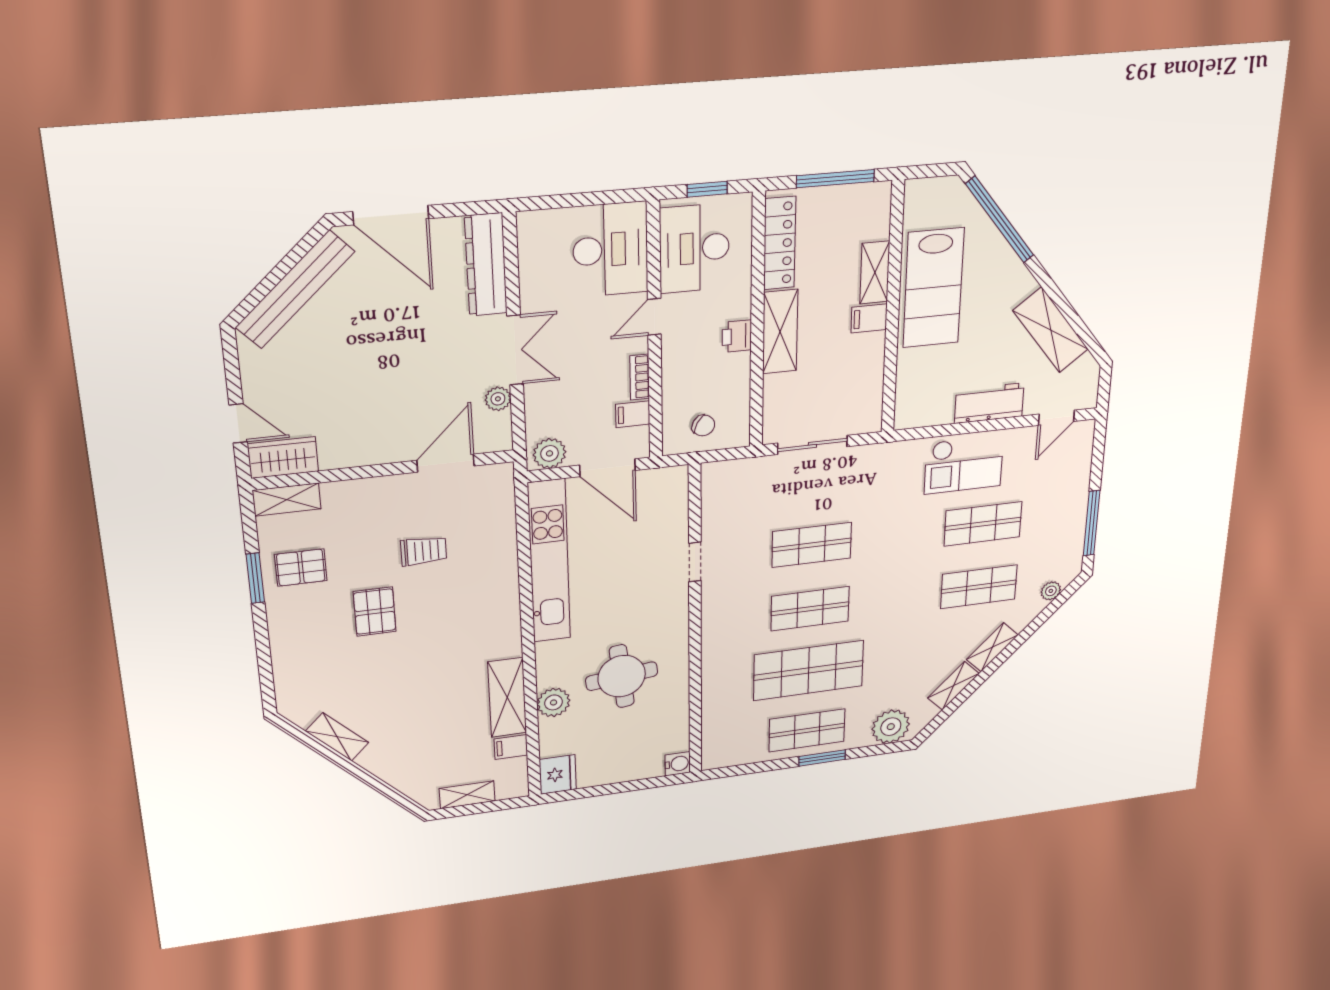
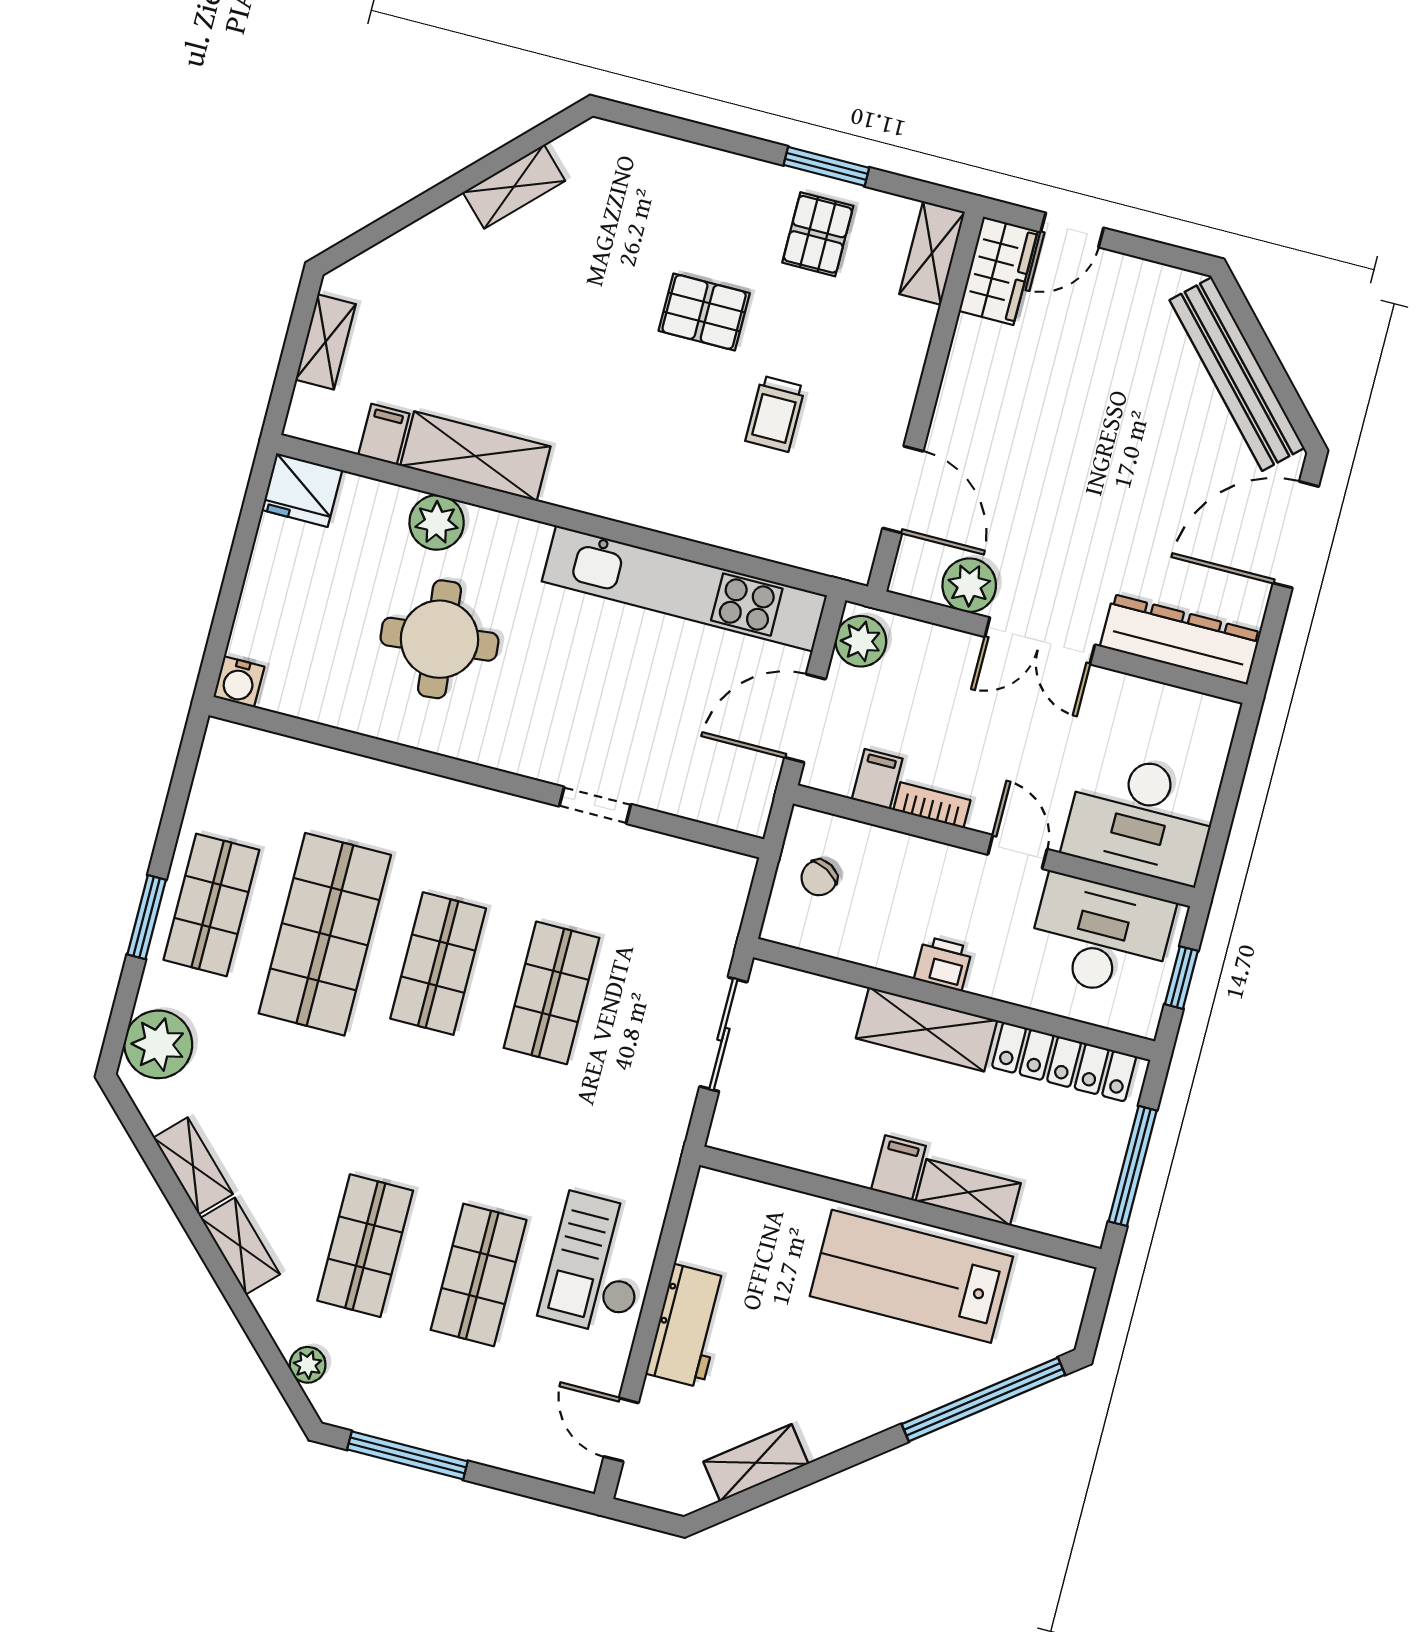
shelving: (1051, 330) -> (756, 1463), width x0.67, depth x0.75
plant: (498, 399) -> (969, 585), width x1.38, depth x1.38

